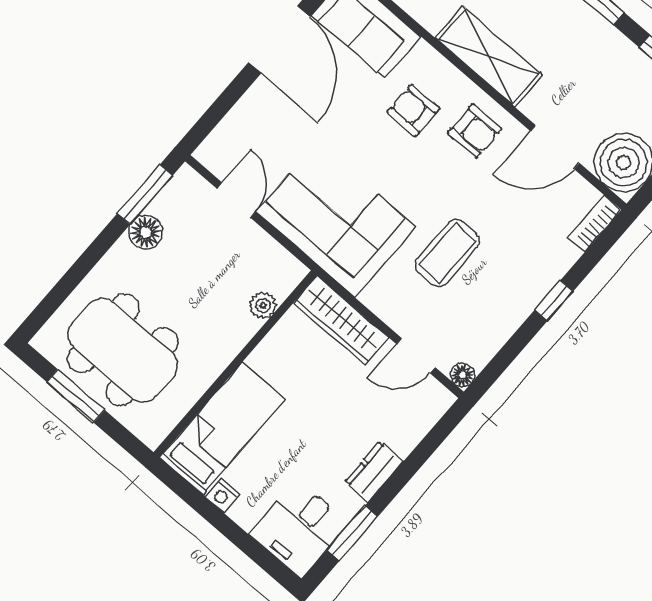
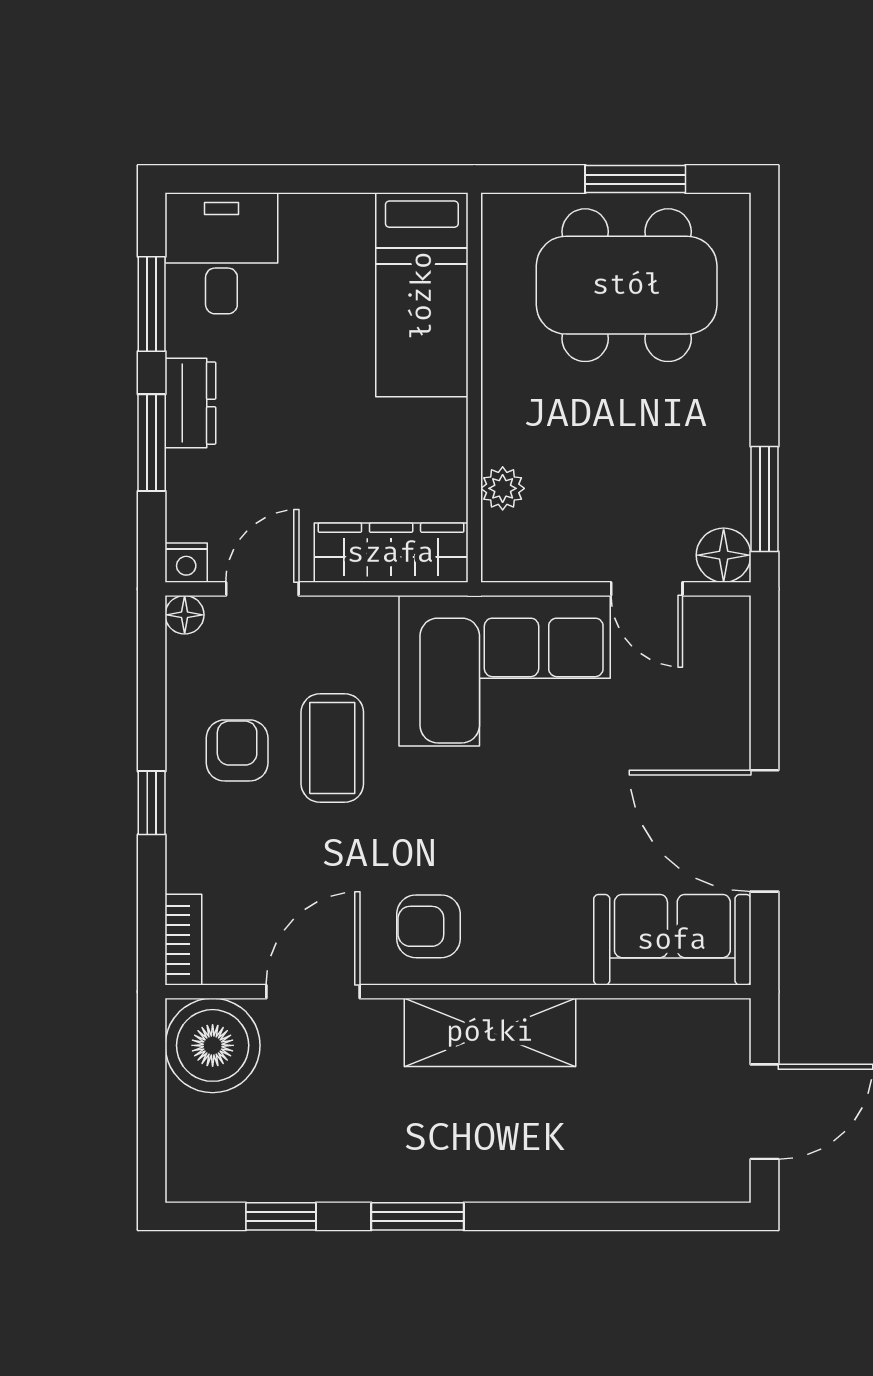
armchair: (413, 110) -> (237, 750), moved, turned -90
floor lamp: (146, 232) -> (724, 555), moved
window: (408, 469) -> (152, 443), added
nightstand: (222, 496) -> (186, 563), moved, turned 180

